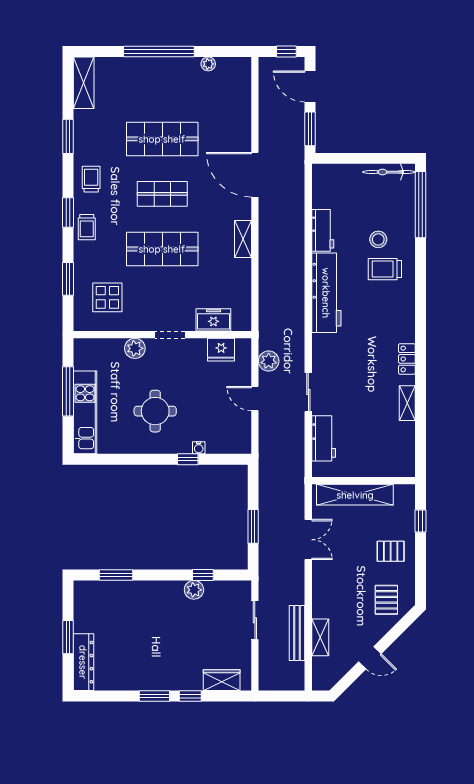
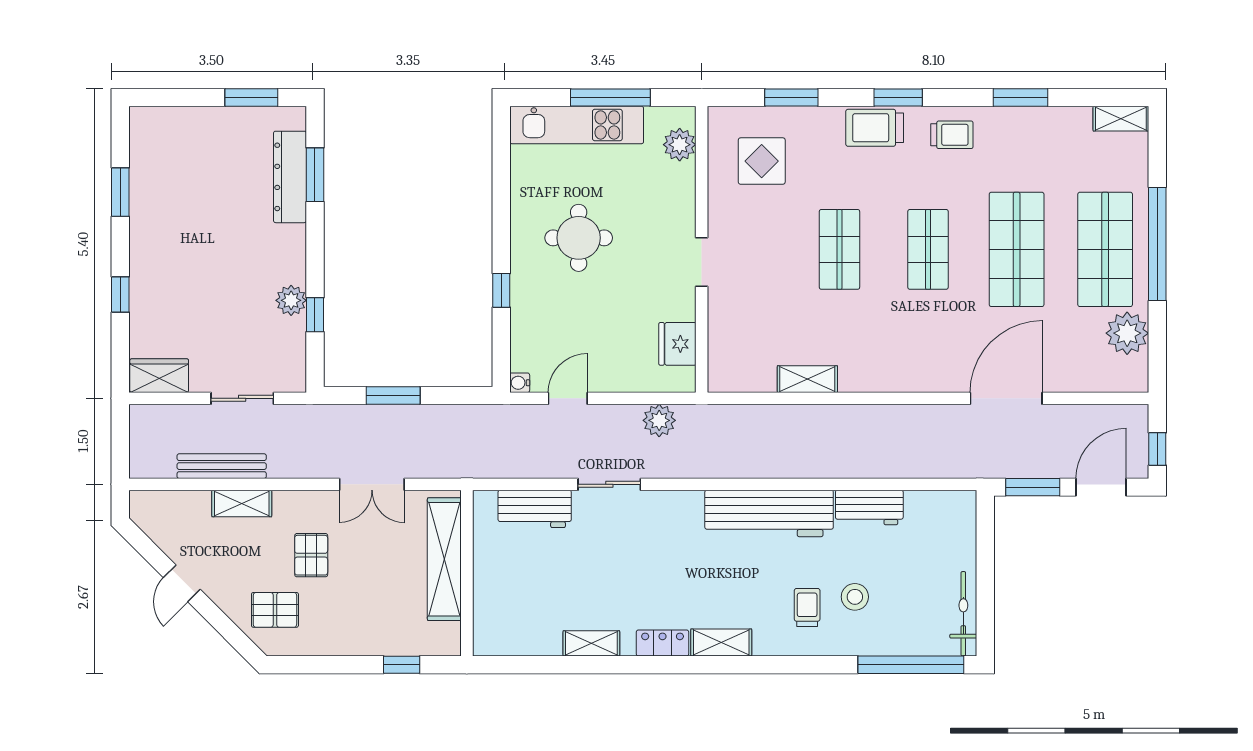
plant: (208, 64) -> (1127, 333), width x1.88, depth x1.88
shelving: (84, 83) -> (1121, 119), width x0.67, depth x0.75
shop shelf: (162, 84) -> (1105, 249), added
door: (255, 175) -> (1006, 398), moved
trolley: (87, 227) -> (875, 128), width x1.36, depth x1.39
shelving: (243, 239) -> (807, 379), moved
shop shelf: (162, 249) -> (839, 249), width x0.70, depth x0.74
trolley: (385, 269) -> (807, 608), width x0.73, depth x0.72
freezer: (213, 320) -> (725, 332), removed
shelving: (407, 322) -> (721, 642), added
plant: (135, 348) -> (680, 145), moved
door: (255, 399) -> (568, 398), moved
water cooler: (199, 448) -> (520, 383), moved
pallet: (391, 551) -> (311, 555), moved
window: (68, 637) -> (251, 98), moved
shelving: (320, 637) -> (242, 503), moved
dresser: (83, 662) -> (290, 177), moved, turned 90
wardrobe: (222, 680) -> (159, 376), moved, turned -90
window: (154, 696) -> (120, 192), moved

